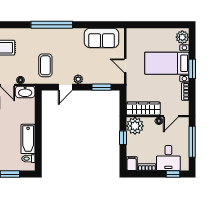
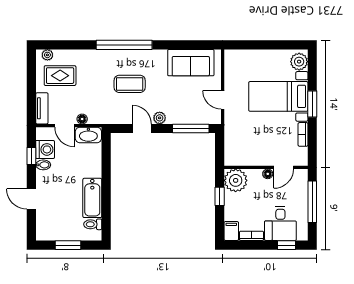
coffee table: (45, 65) -> (130, 84), moved, turned 90
door: (65, 87) -> (142, 129), swing flipped
window: (102, 87) -> (191, 129), width x1.44
wardrobe: (143, 108) -> (247, 157), removed

